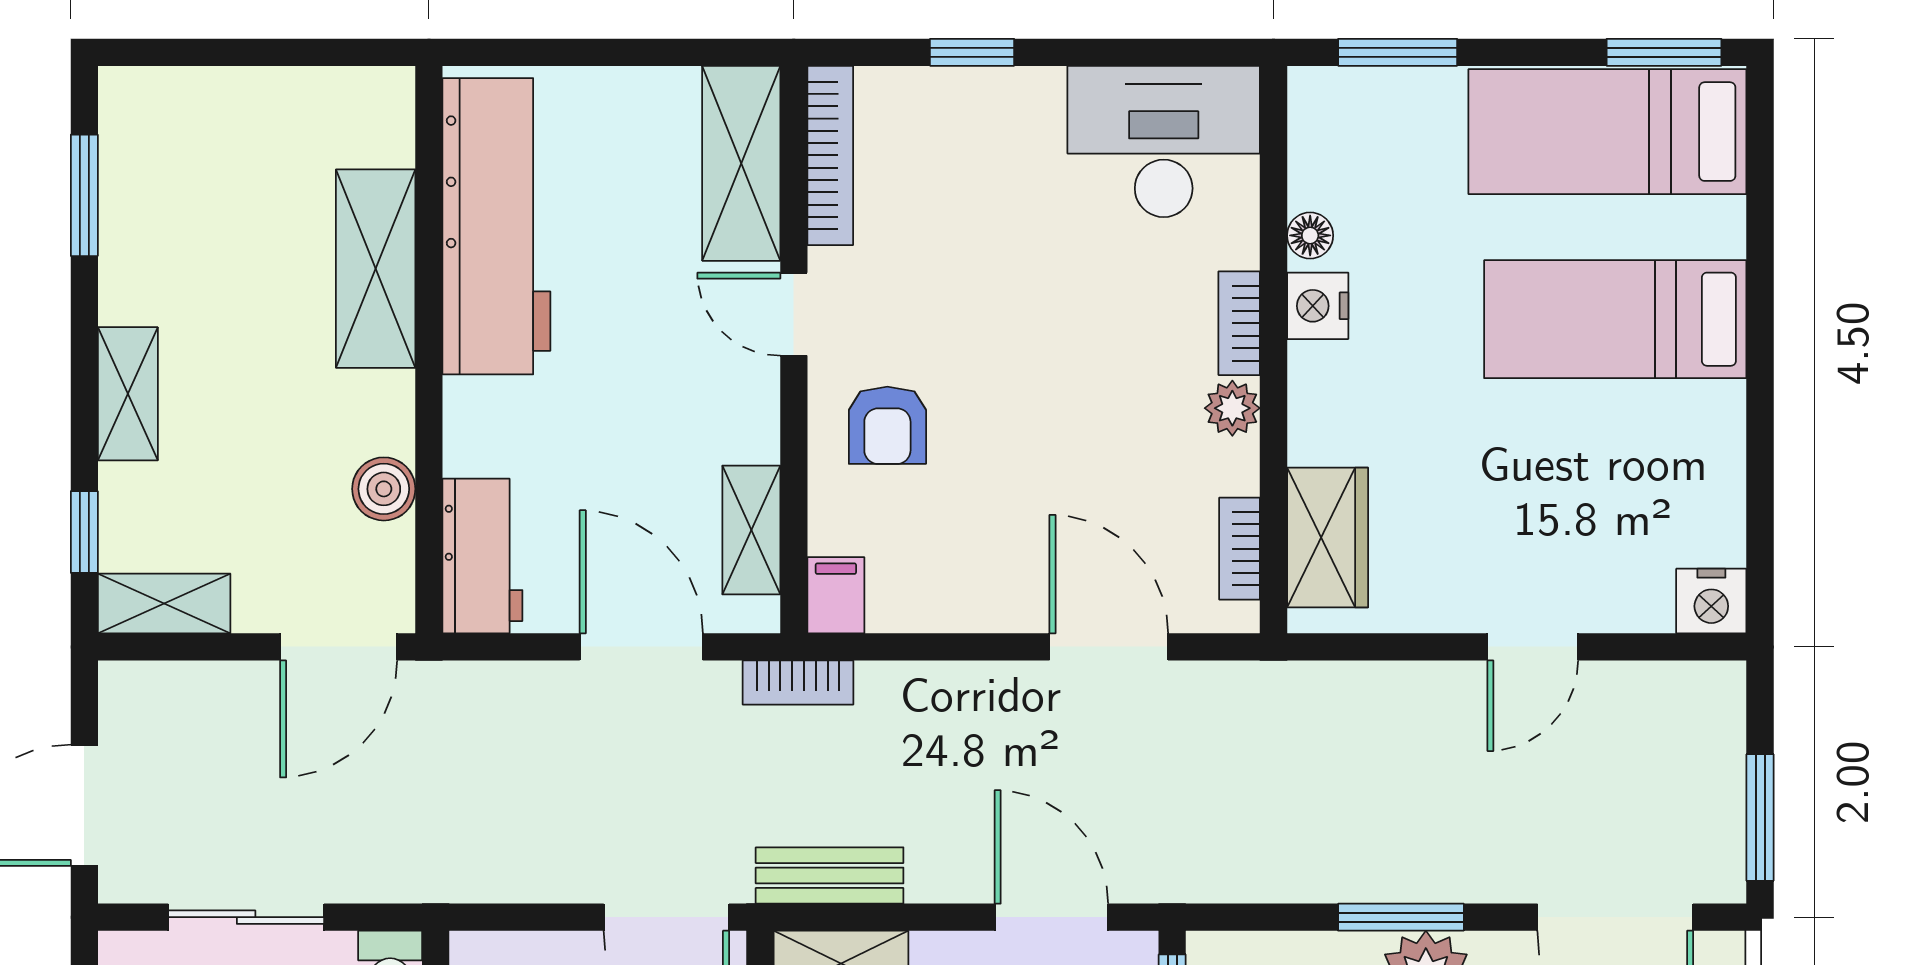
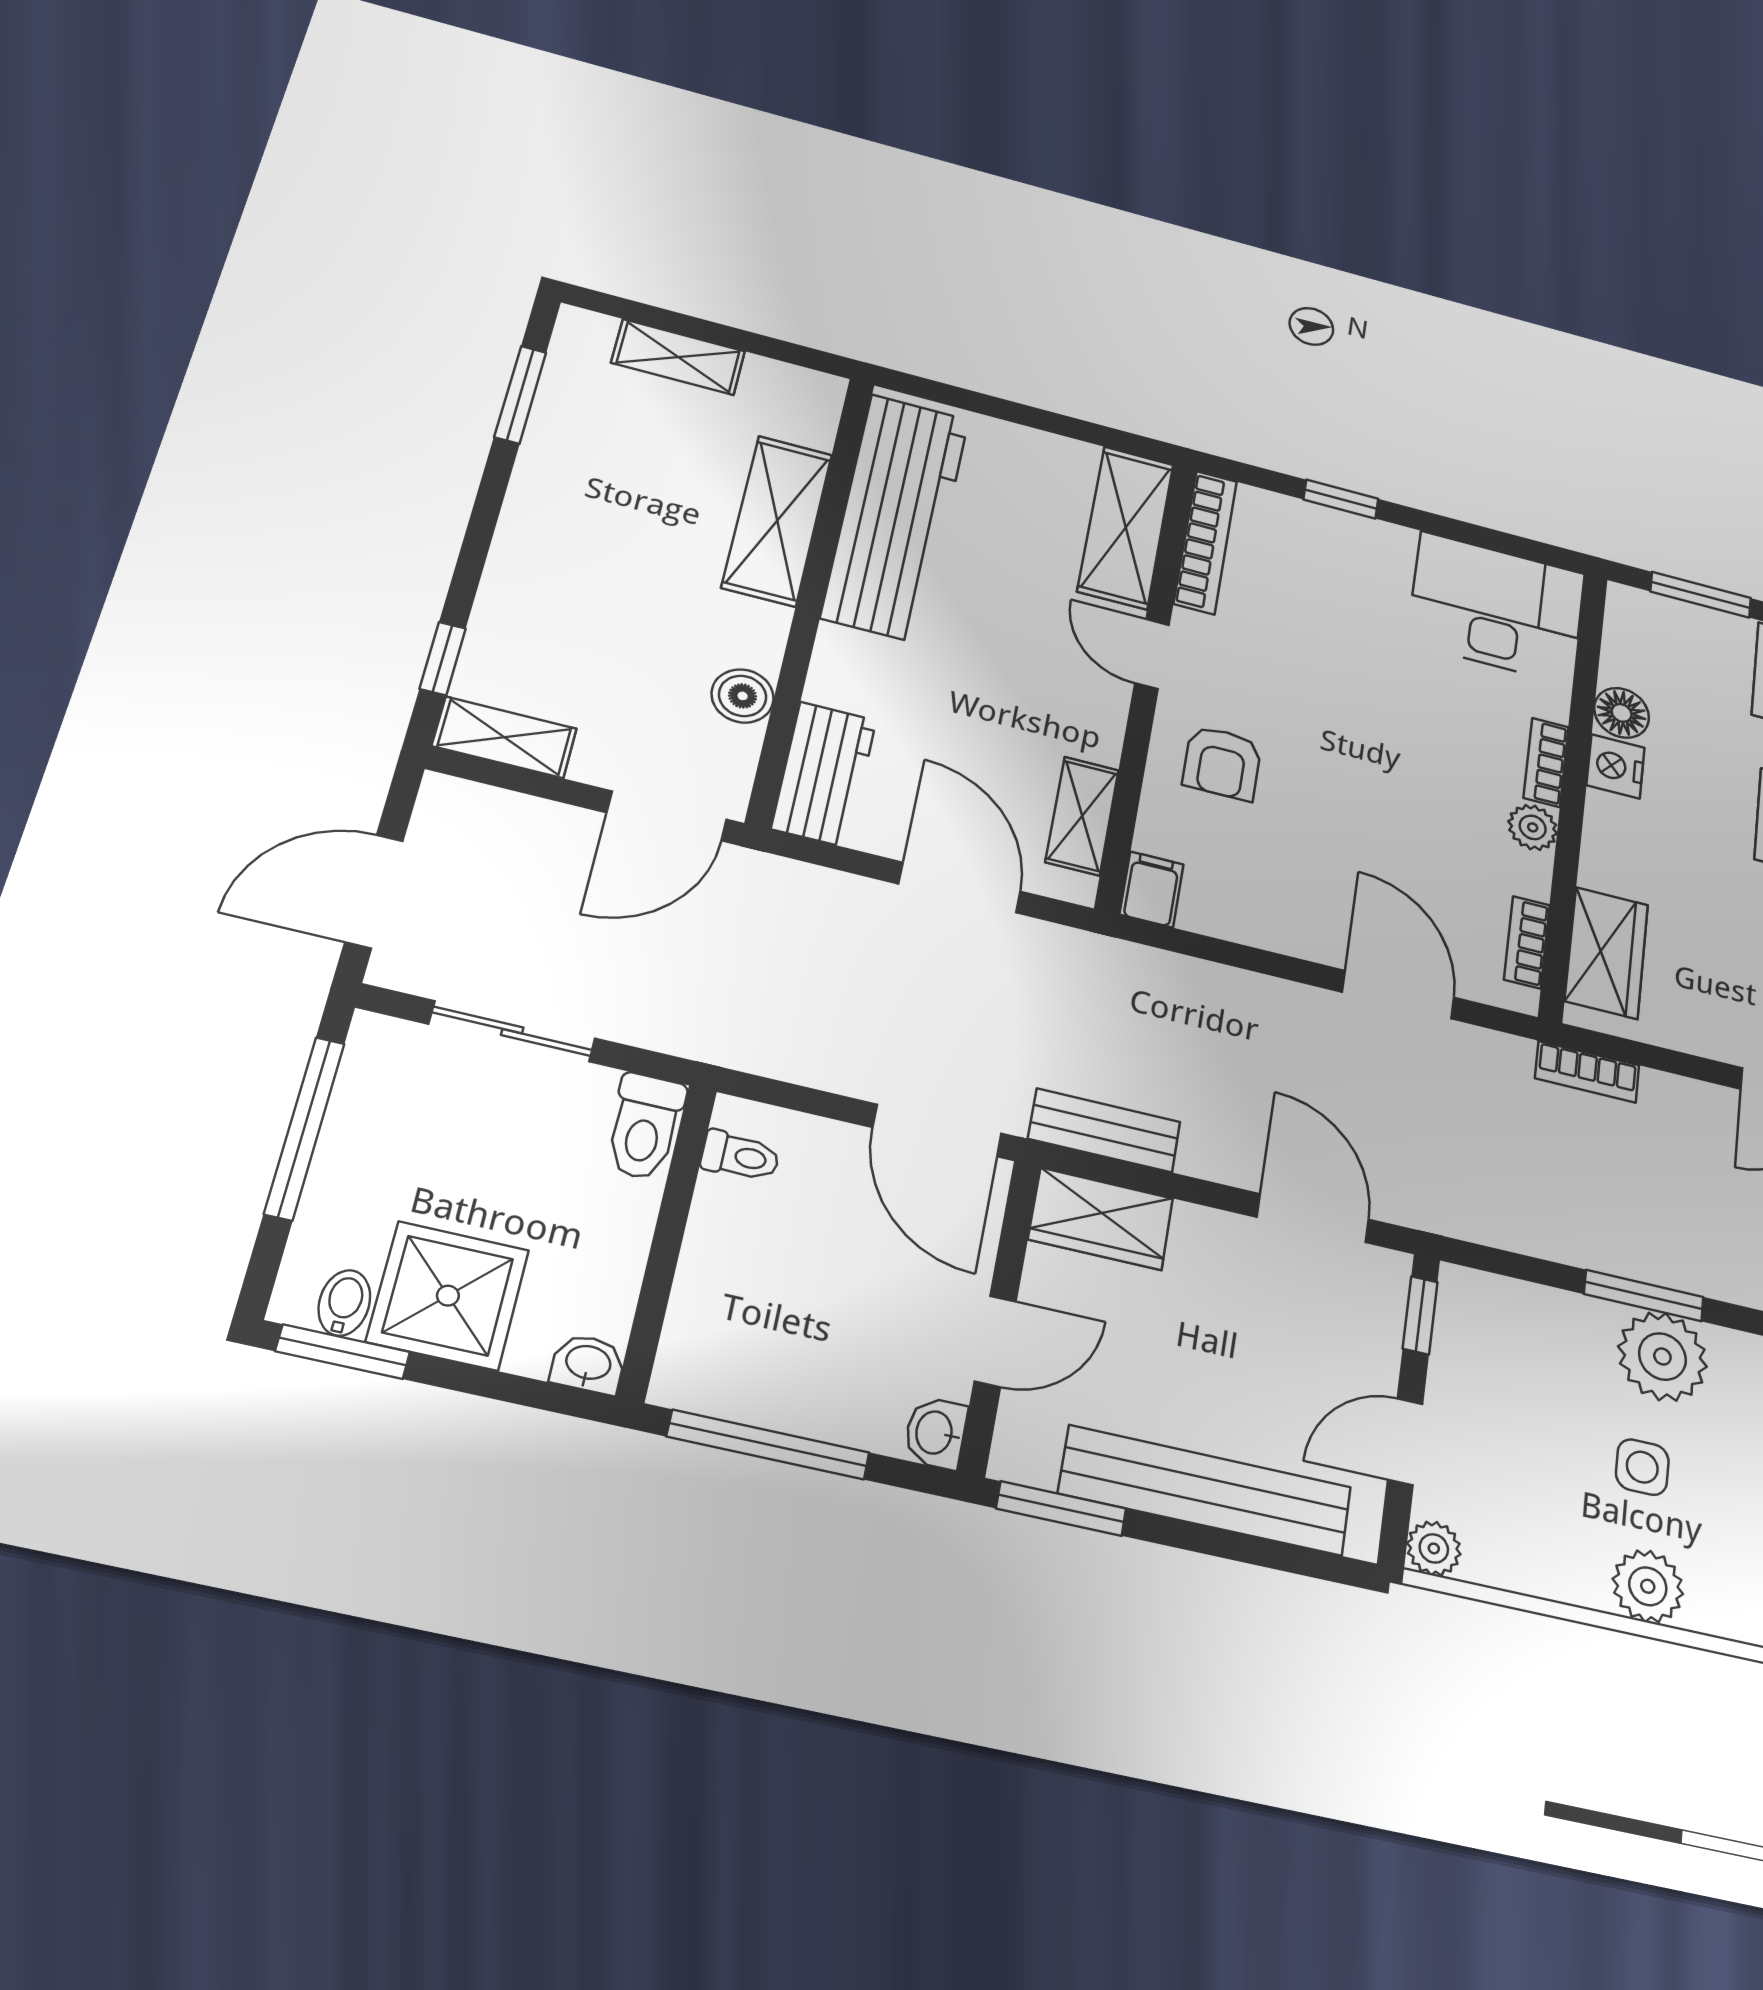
floor lamp: (1310, 235) -> (1622, 713), width x1.37, depth x1.37
shelving: (128, 394) -> (678, 357), moved, turned 90
bookcase: (798, 683) -> (1587, 1072), moved

